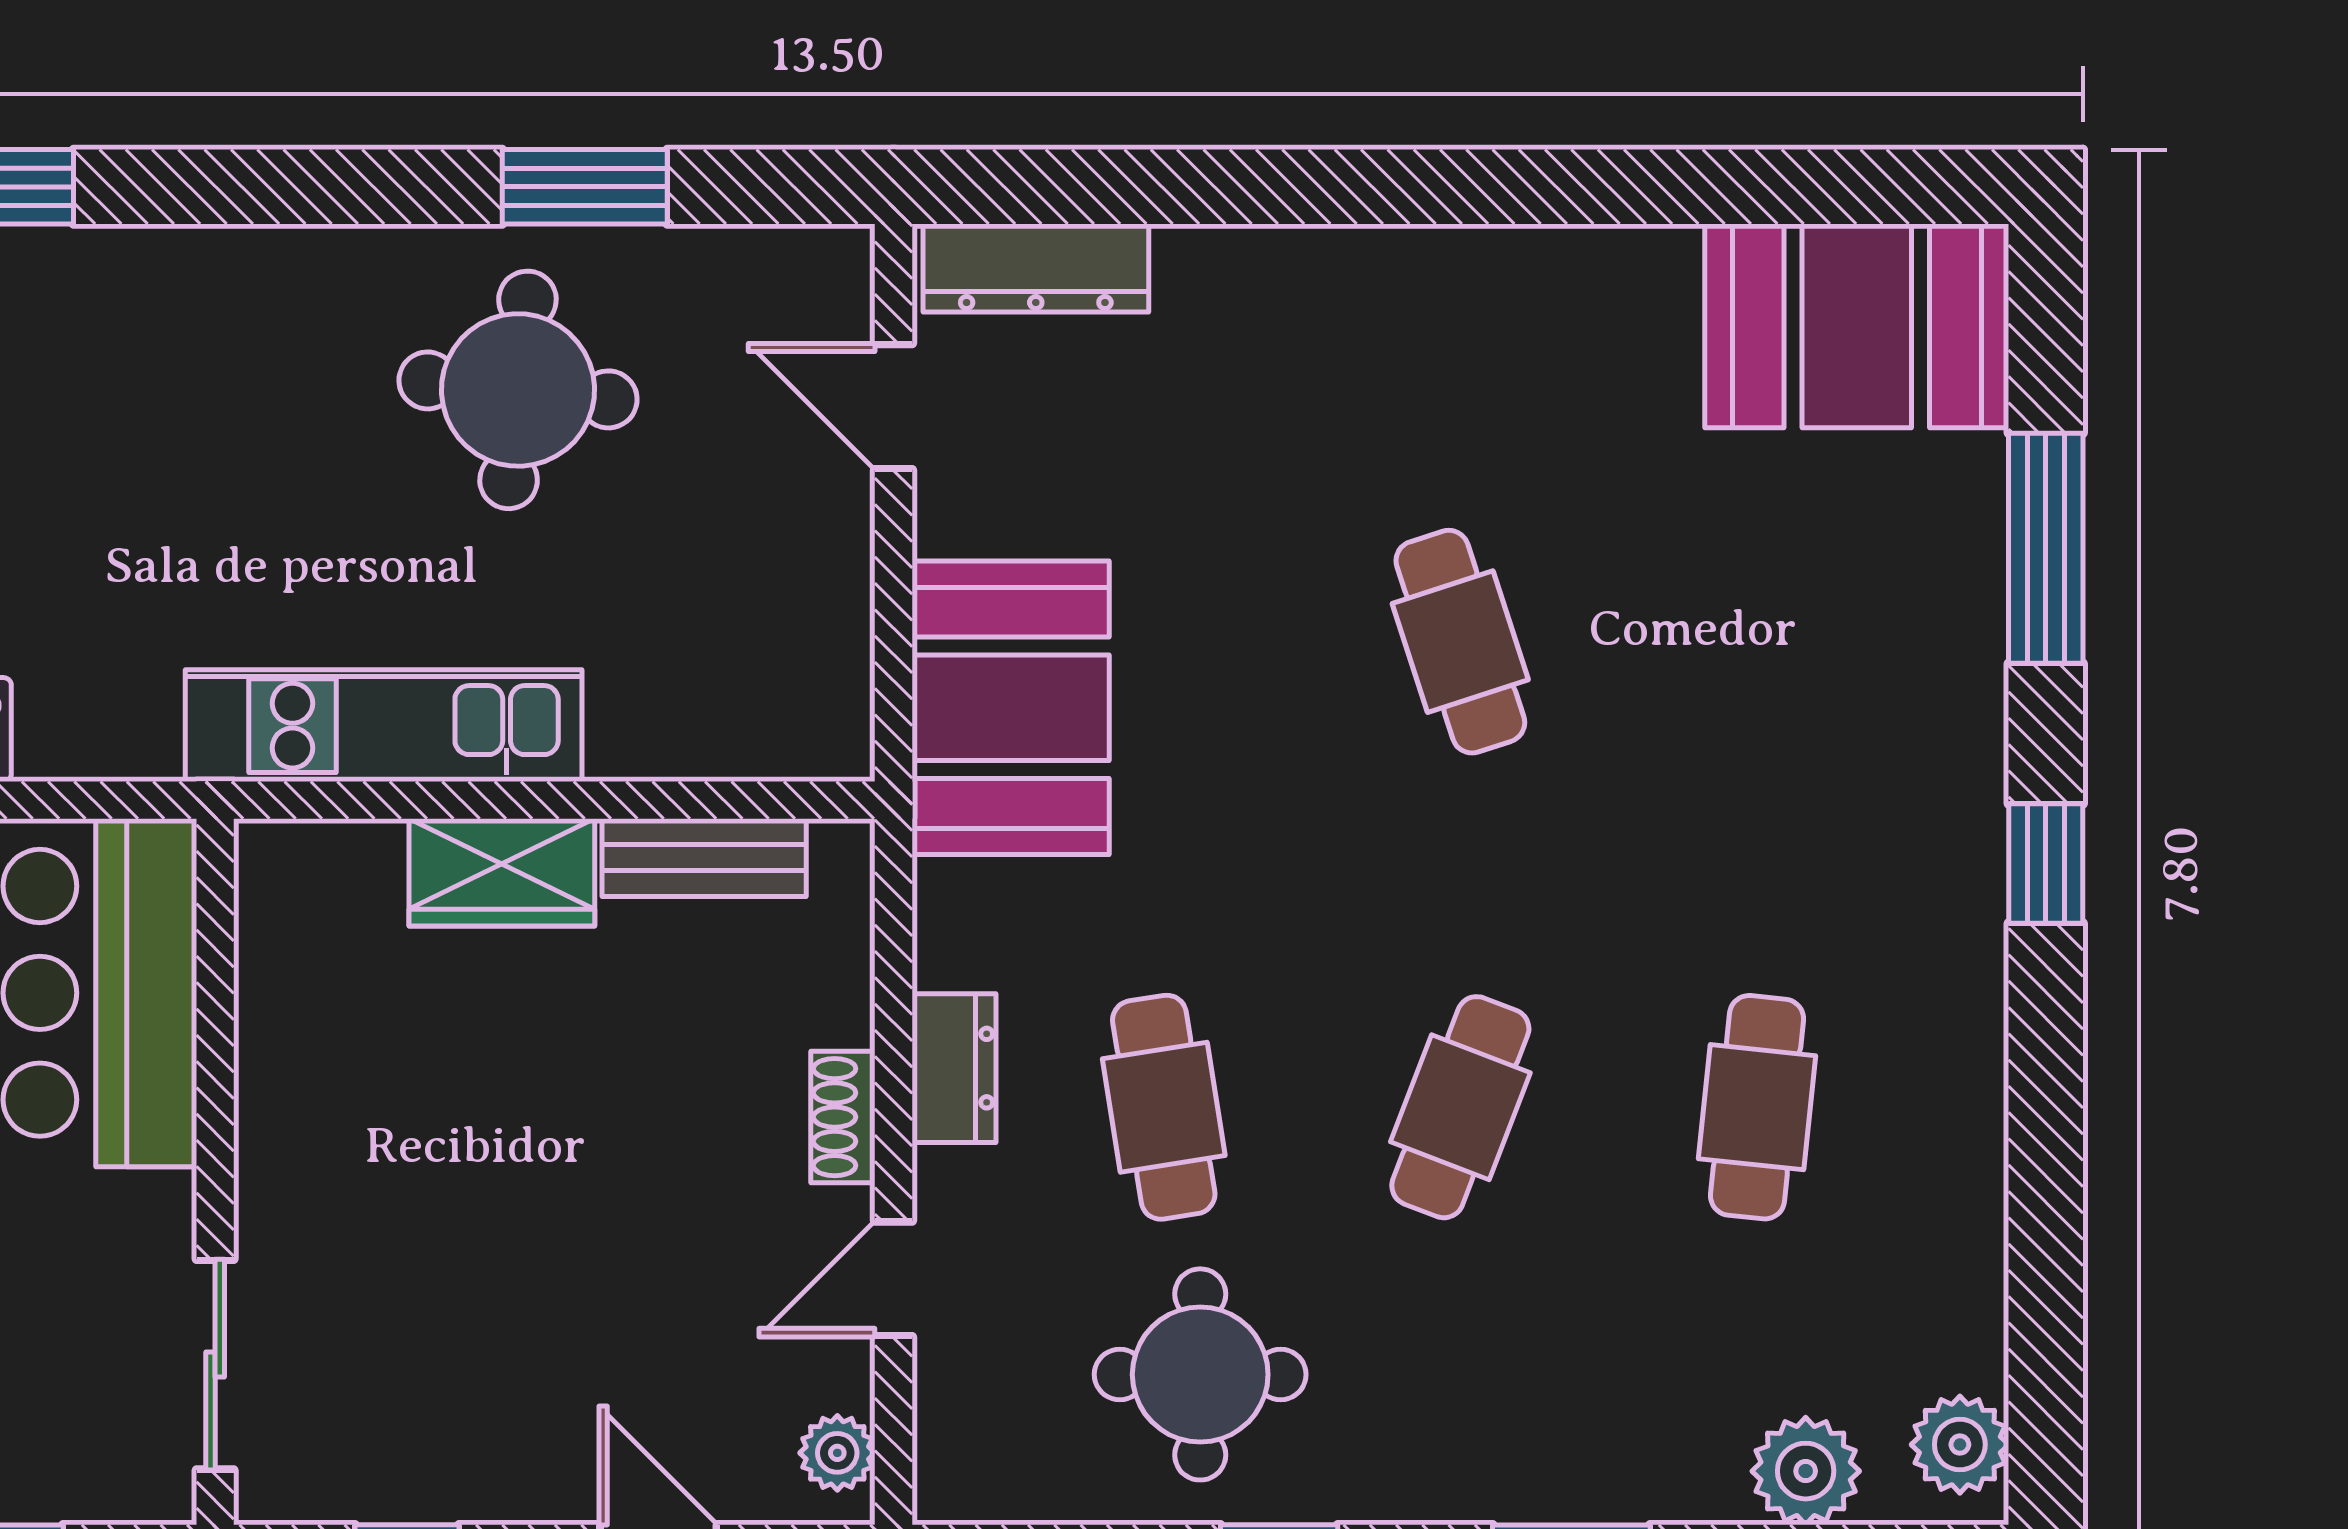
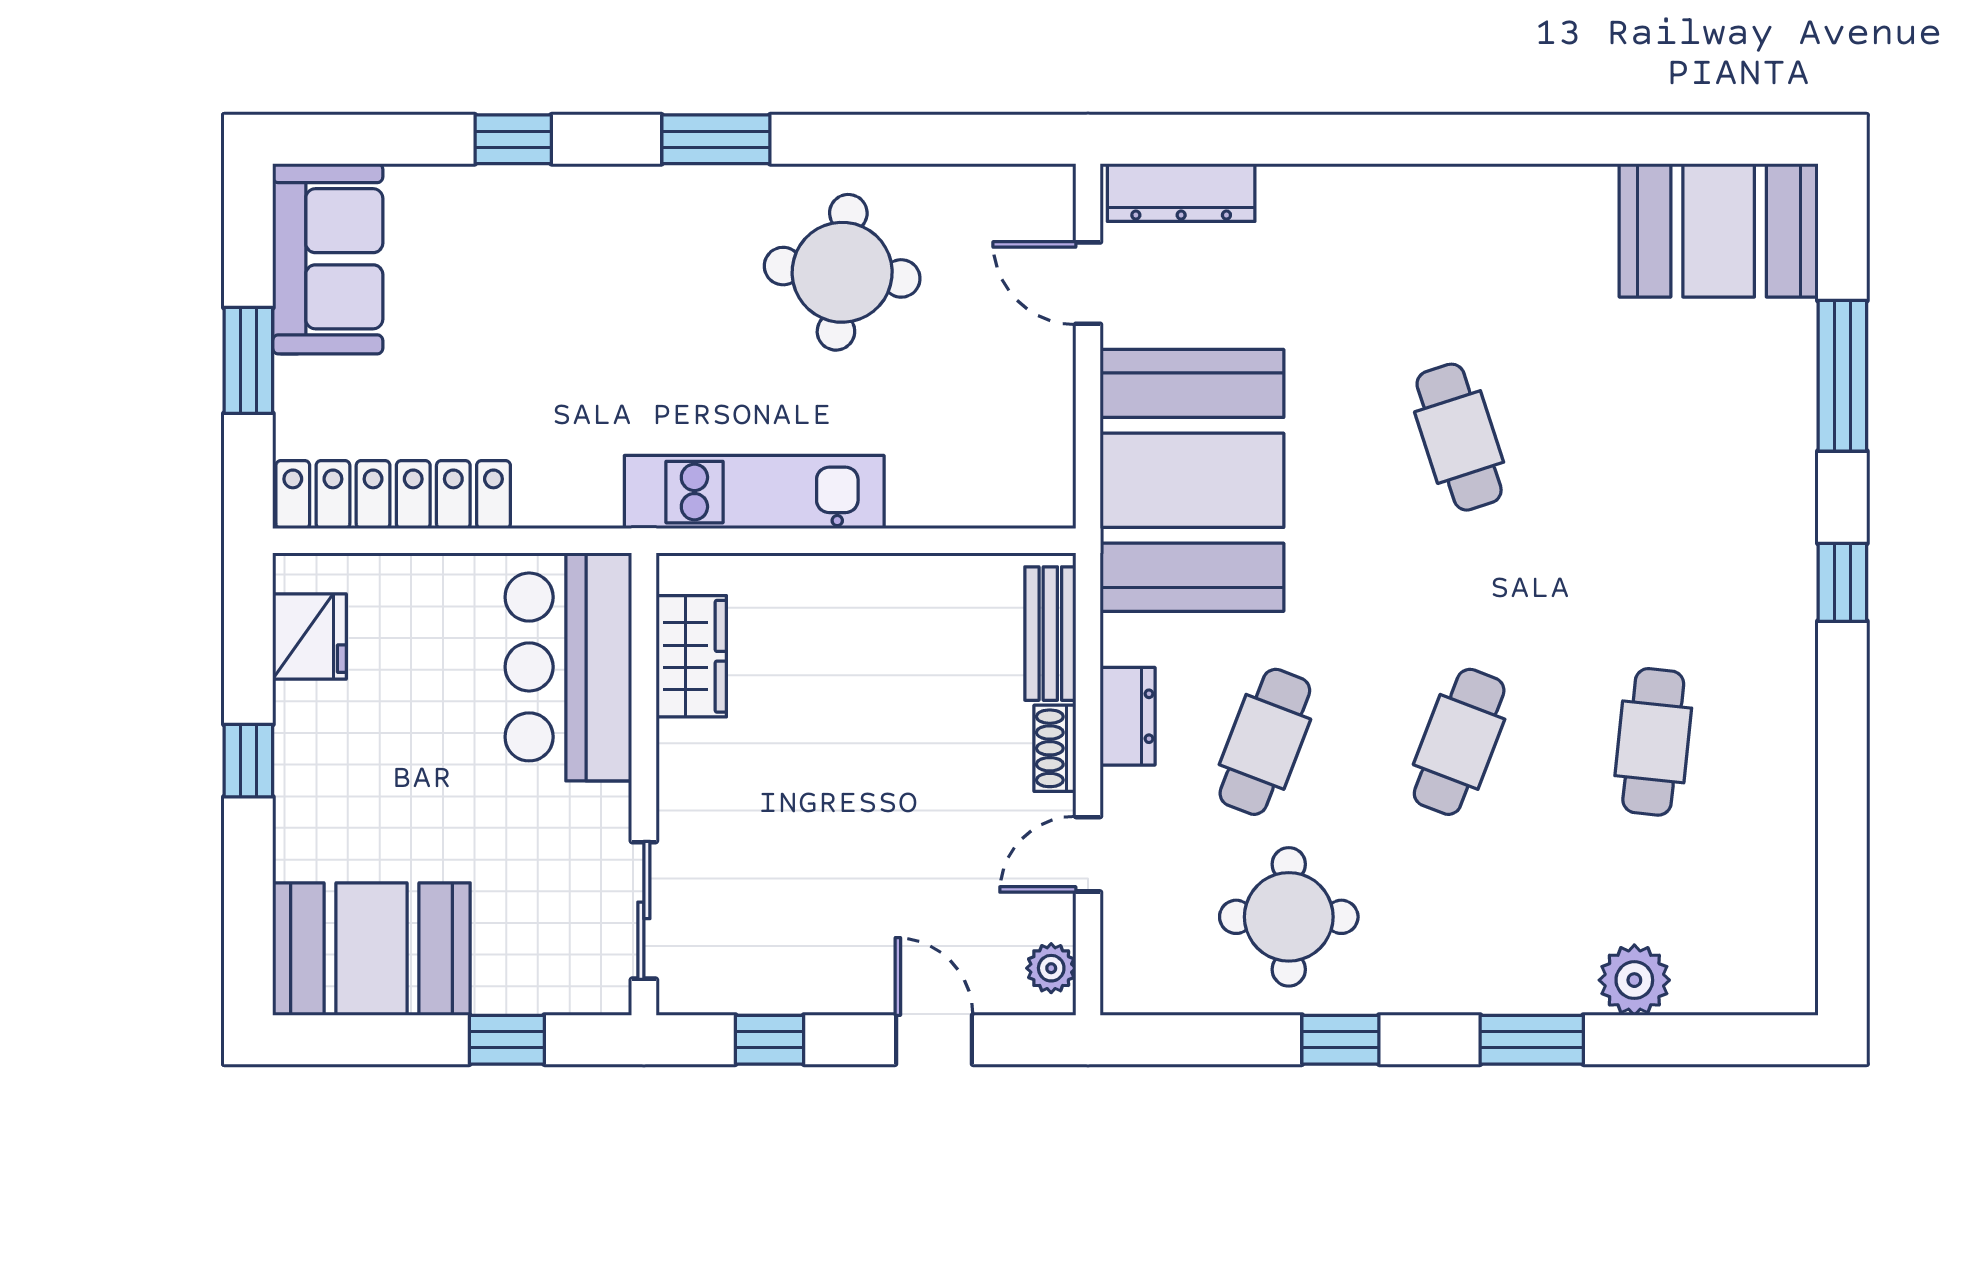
window: (585, 187) -> (716, 139), moved
booth: (1011, 708) -> (1192, 480), width x1.36, depth x1.42
bench: (704, 858) -> (1050, 634), moved, turned 90
wardrobe: (502, 872) -> (691, 656), moved, turned -90
cafe table: (1164, 1107) -> (1265, 742), turned 30
plant: (1960, 1445) -> (1786, 963), removed
plant: (1806, 1471) -> (1634, 980), moved

